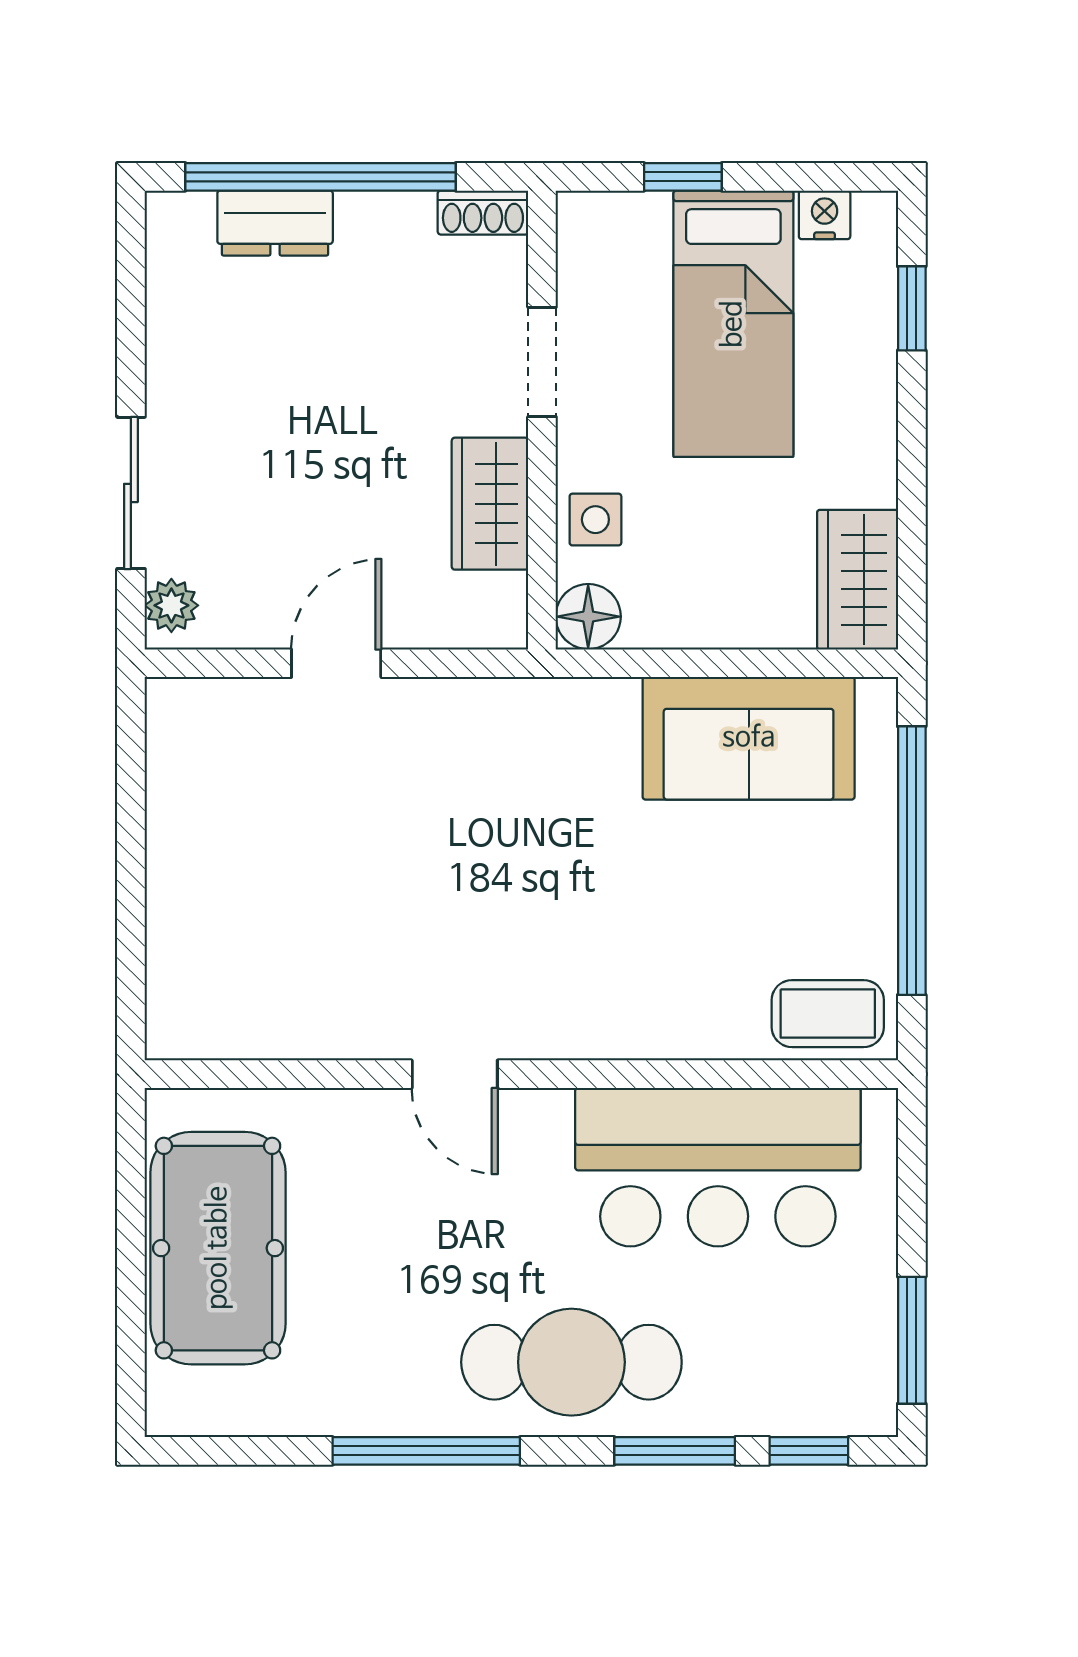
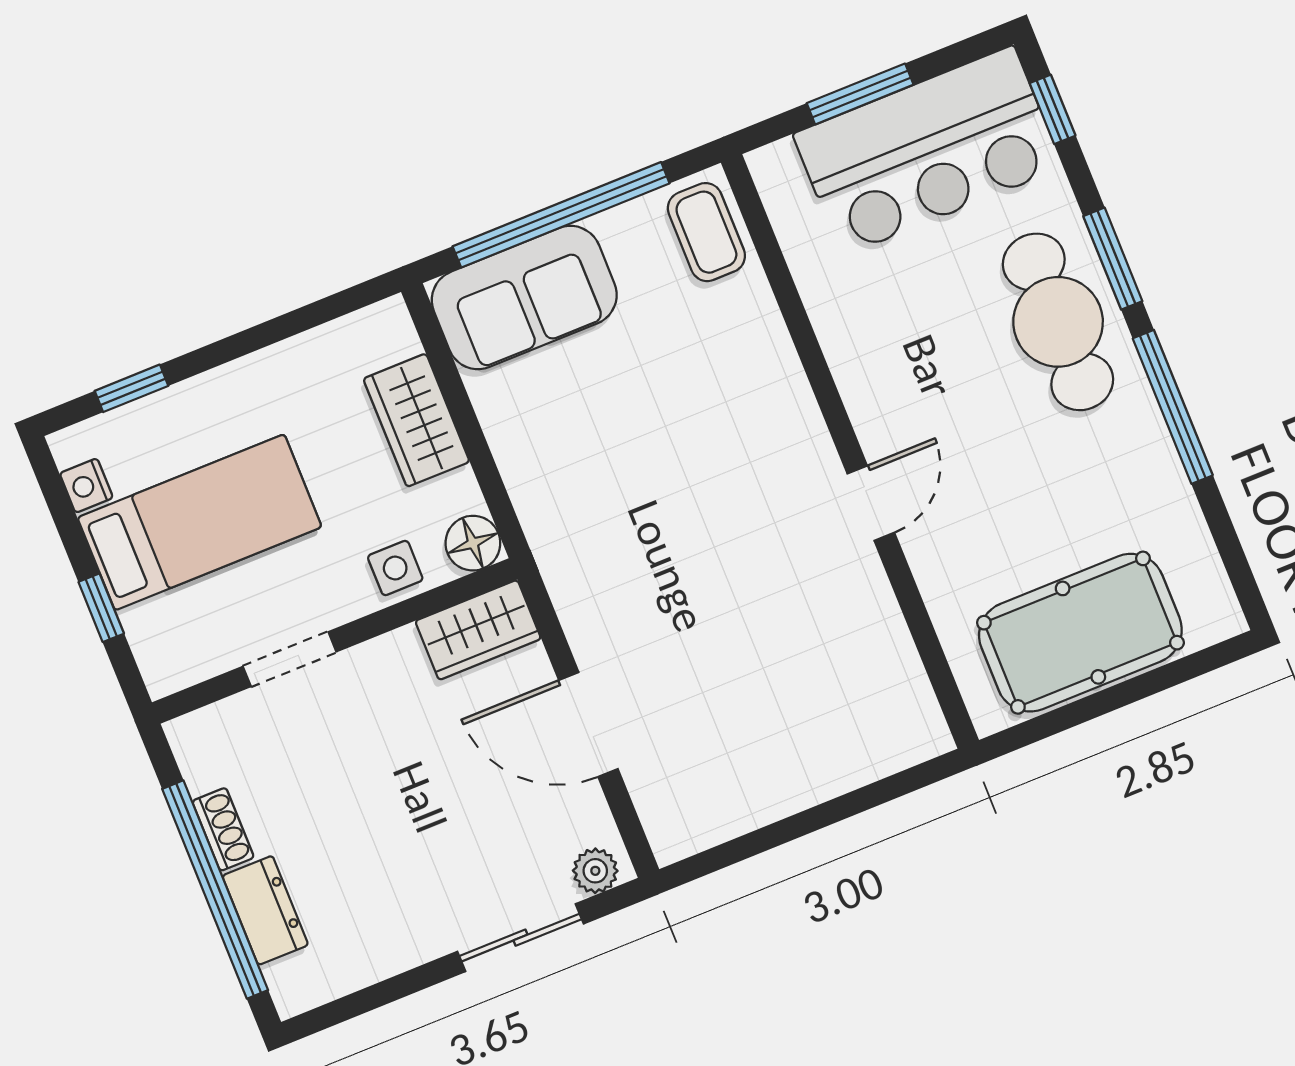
shoe rack: (483, 213) -> (223, 829), moved
wardrobe: (490, 504) -> (478, 630), moved
wardrobe: (858, 580) -> (416, 420), moved, turned 90
door: (336, 663) -> (588, 725), width x1.38
sofa: (749, 738) -> (524, 298), moved, turned 90
bar counter: (718, 1167) -> (928, 151), moved, turned 90
window: (912, 1340) -> (860, 94), moved
window: (675, 1451) -> (1113, 259), moved

